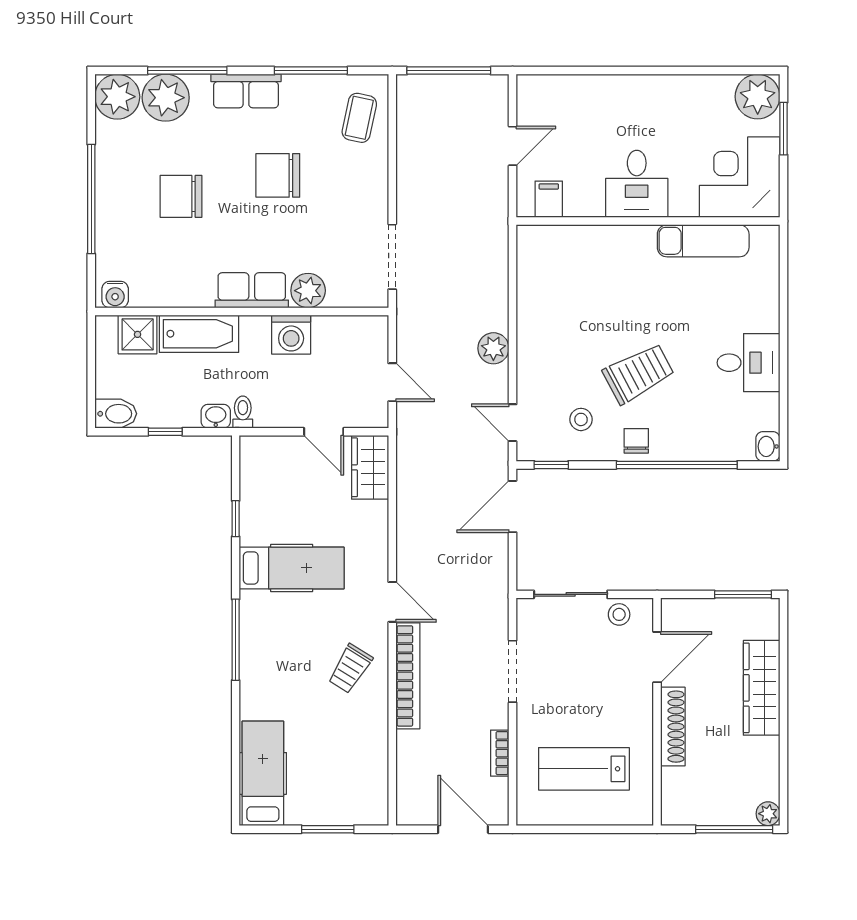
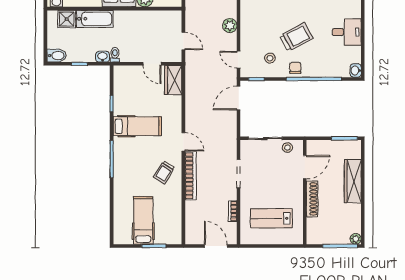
washing machine: (291, 335) -> (137, 19), removed
hospital bed: (263, 773) -> (143, 220), moved

